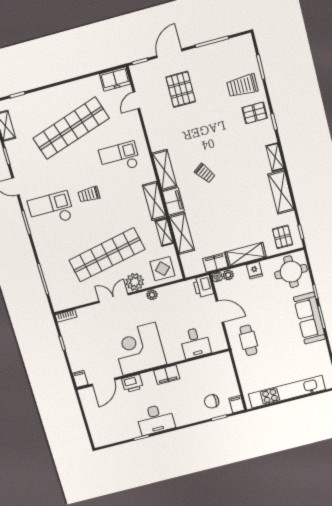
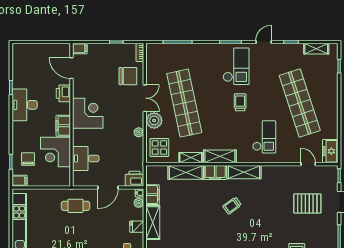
chair: (95, 322) -> (128, 76), added
corner desk: (139, 349) -> (88, 113), width x0.74, depth x0.74
corner desk: (197, 376) -> (55, 152), added

